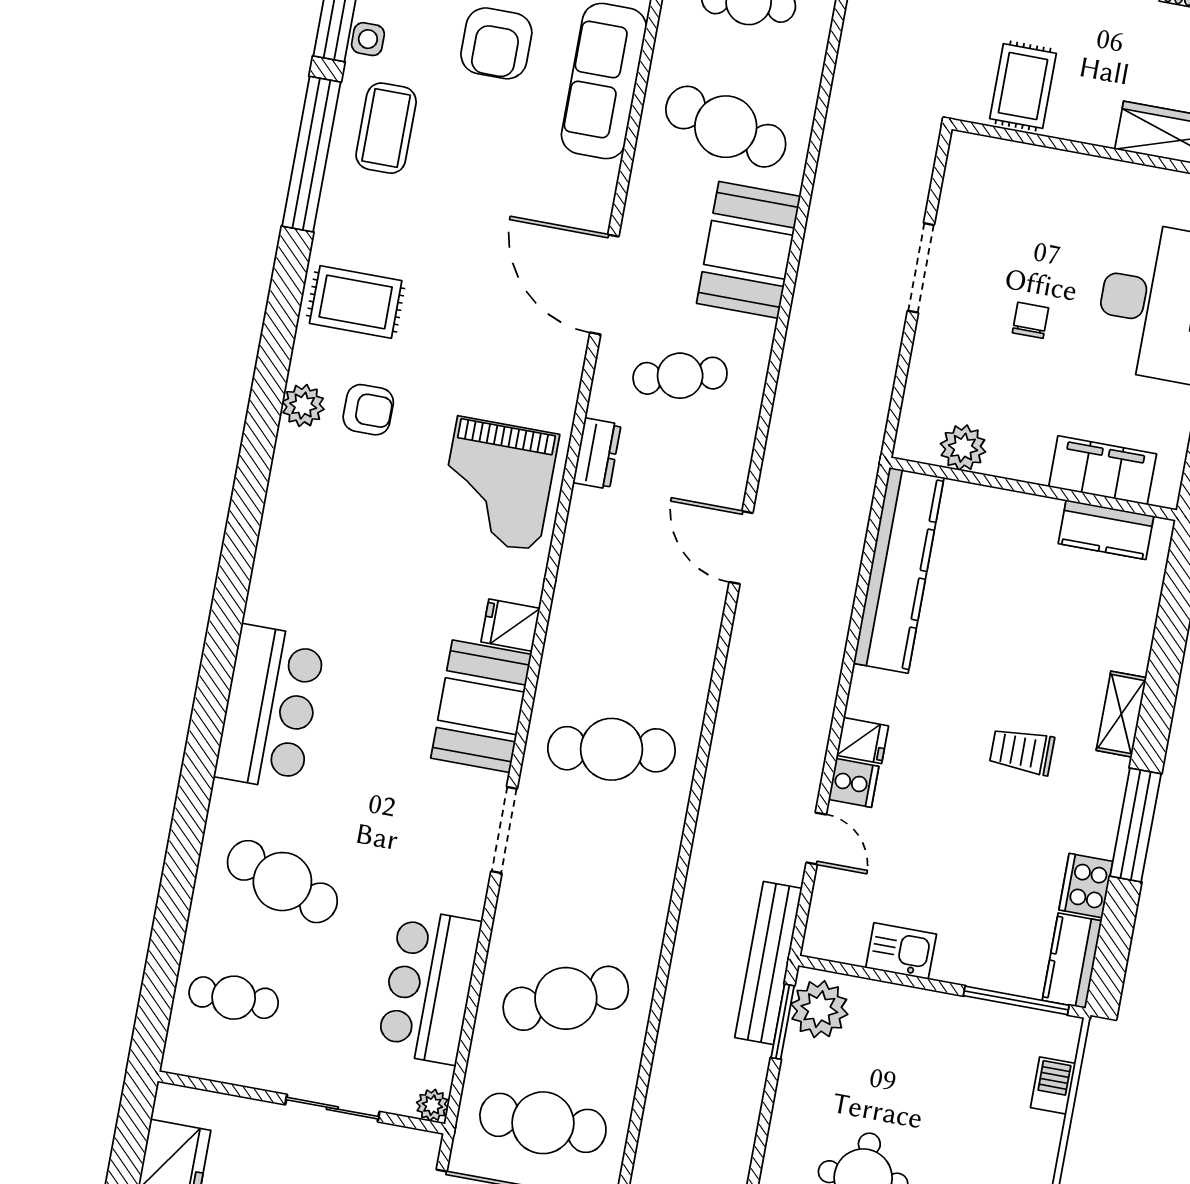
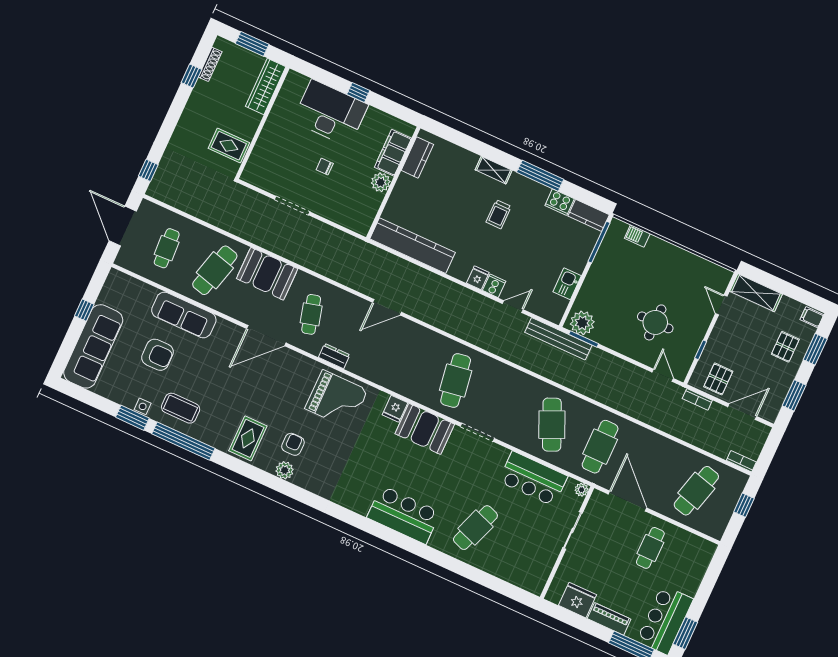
plant: (963, 448) -> (381, 182), moved
cafe table: (234, 998) -> (518, 559), removed

